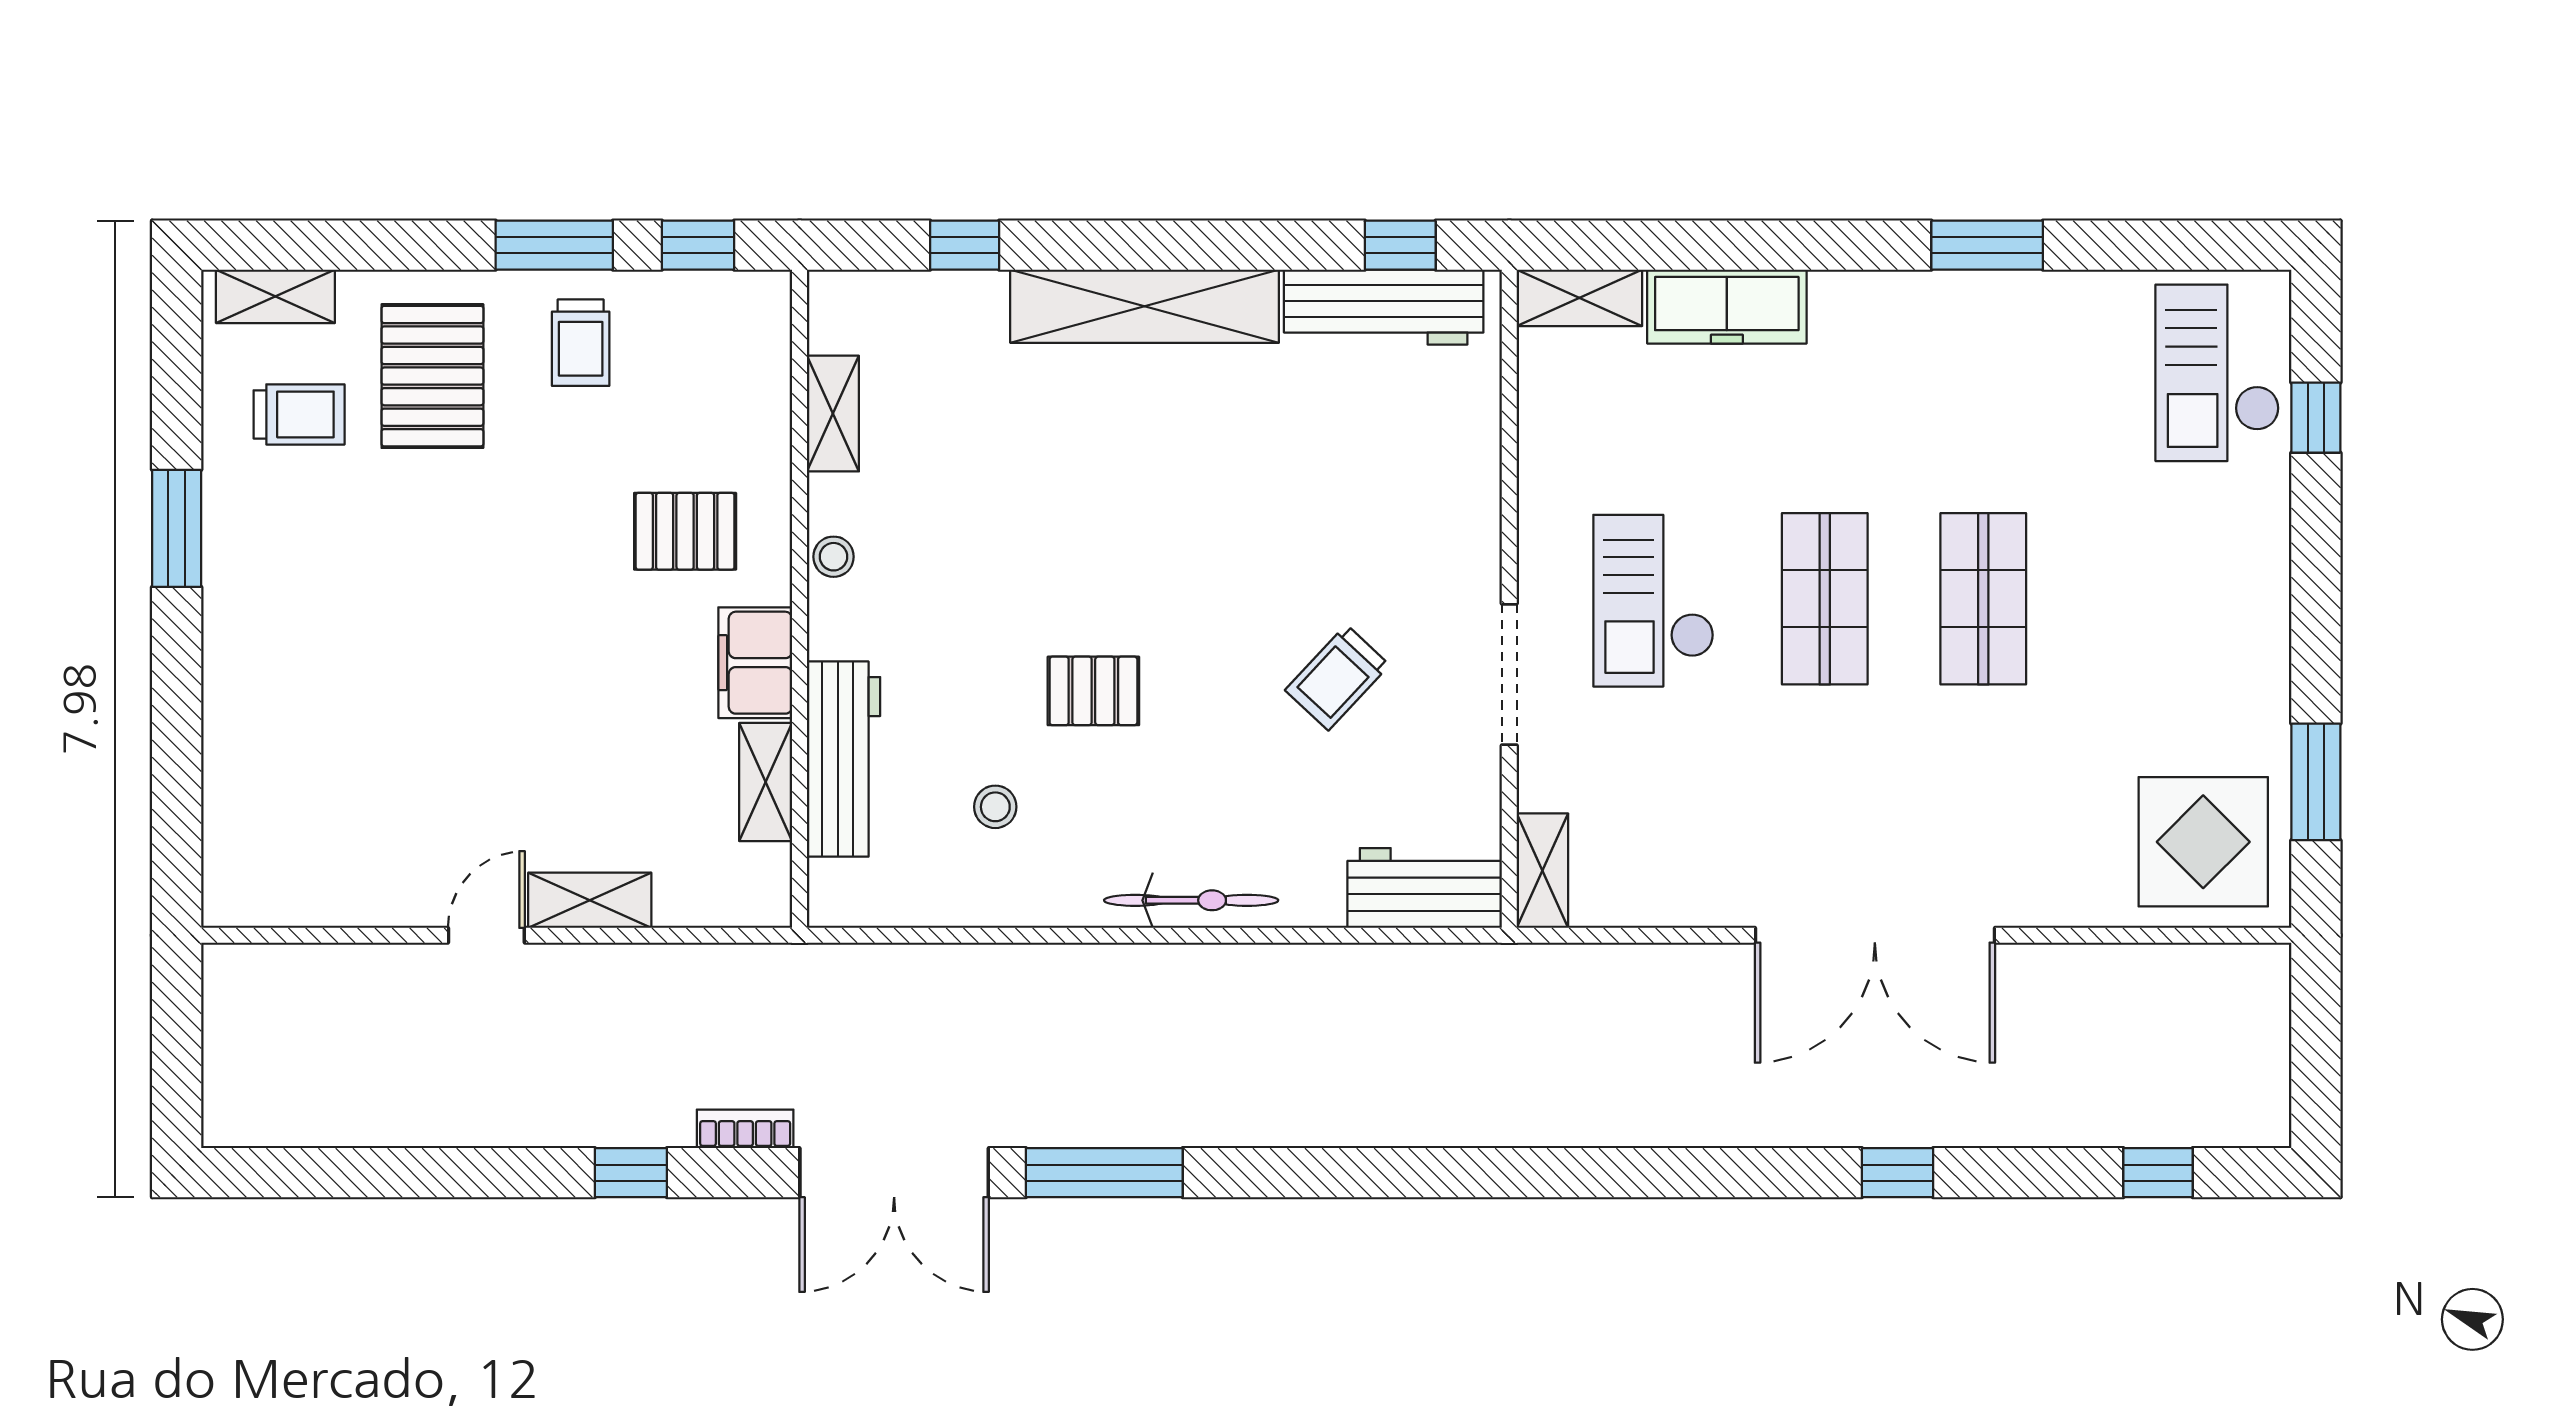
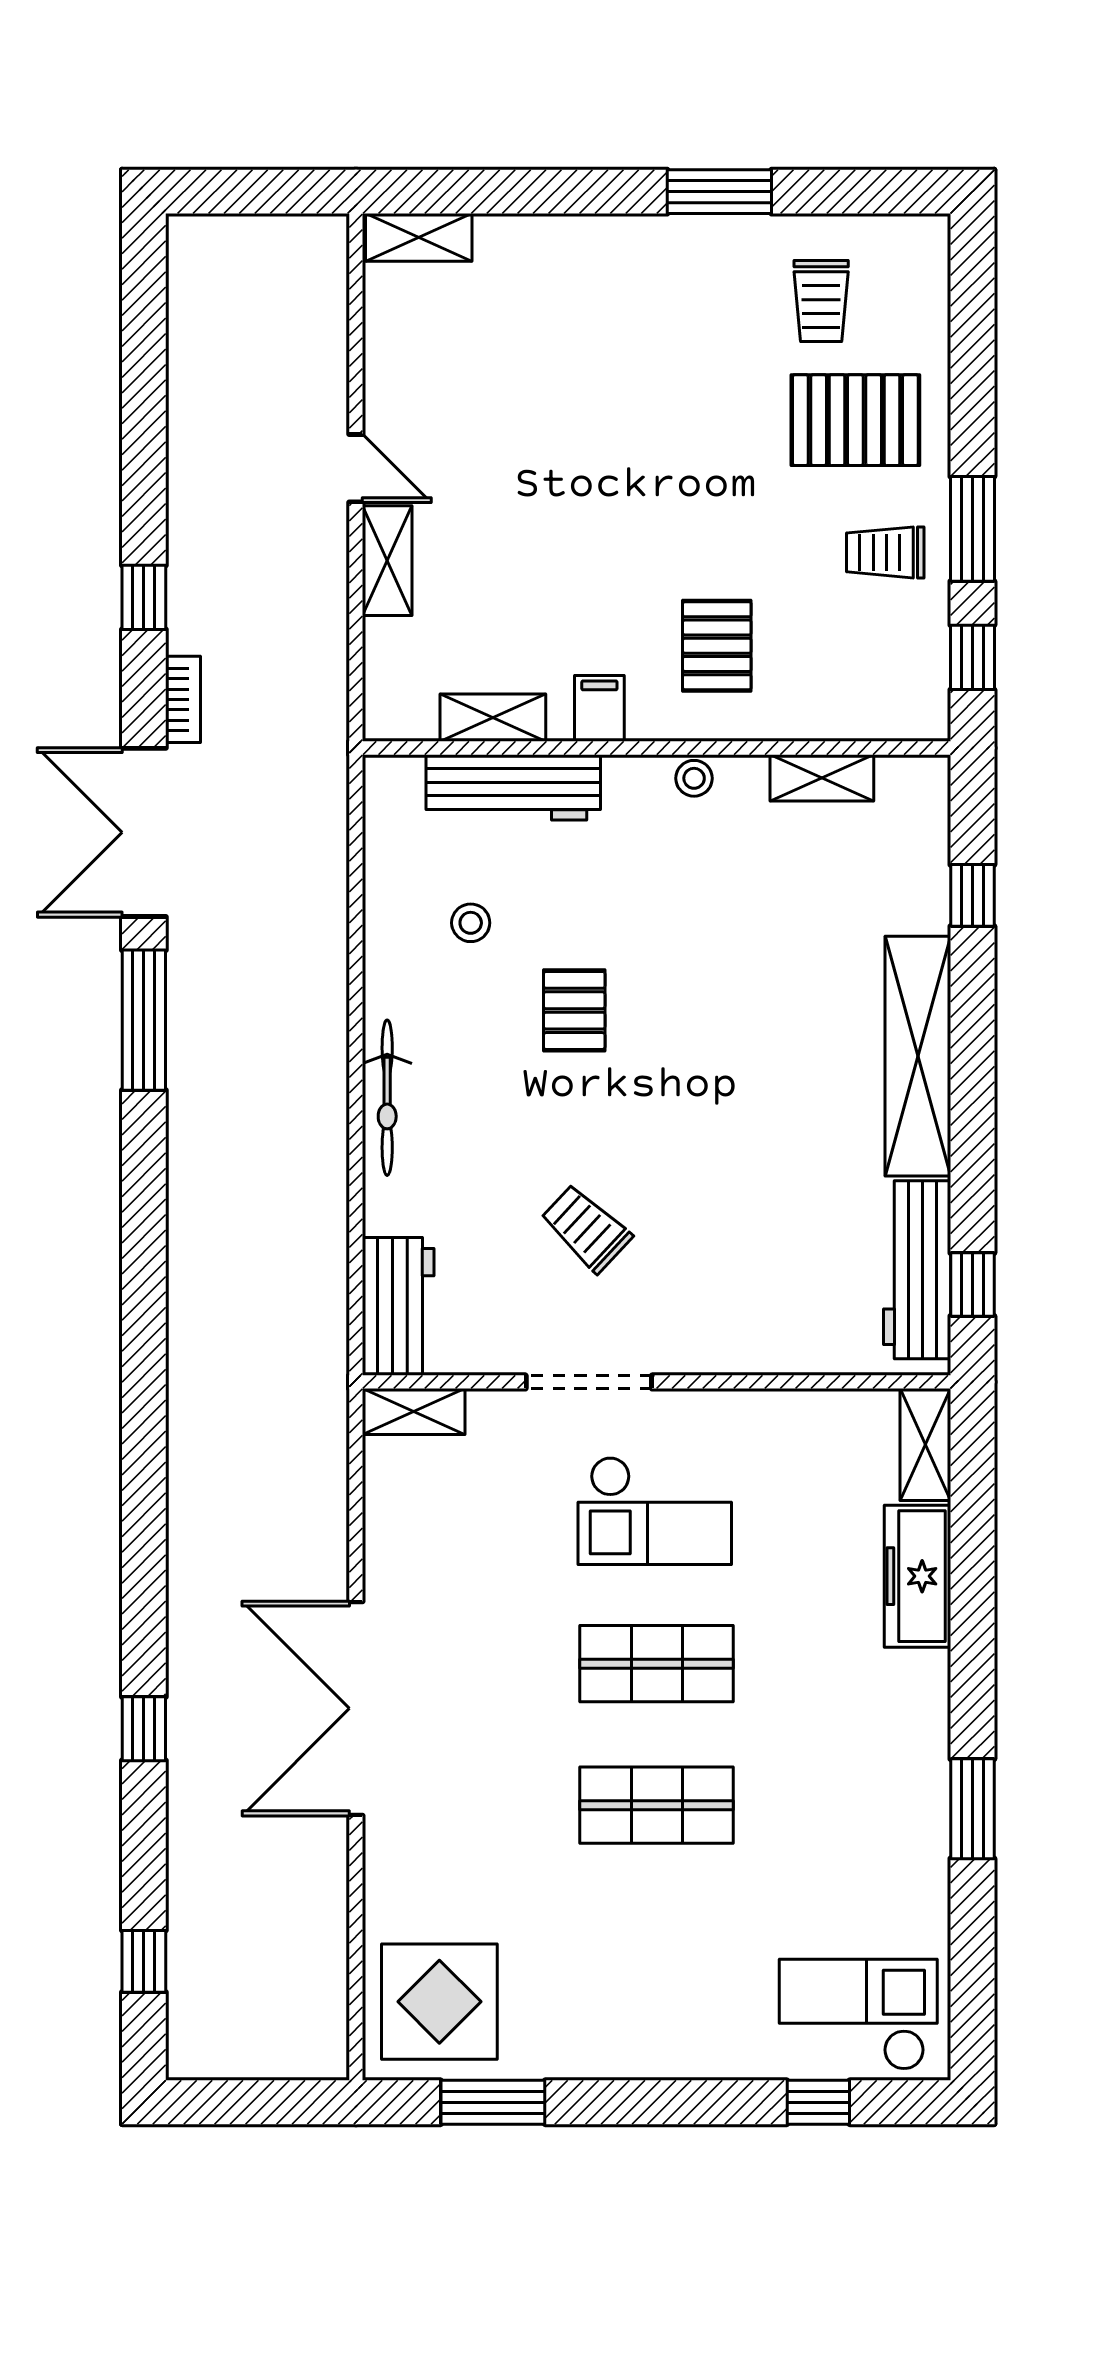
shelving: (275, 296) -> (419, 237), moved, turned 90
checkout: (1654, 601) -> (655, 1511), turned 180
filing cabinet: (755, 663) -> (599, 708), width x0.50

